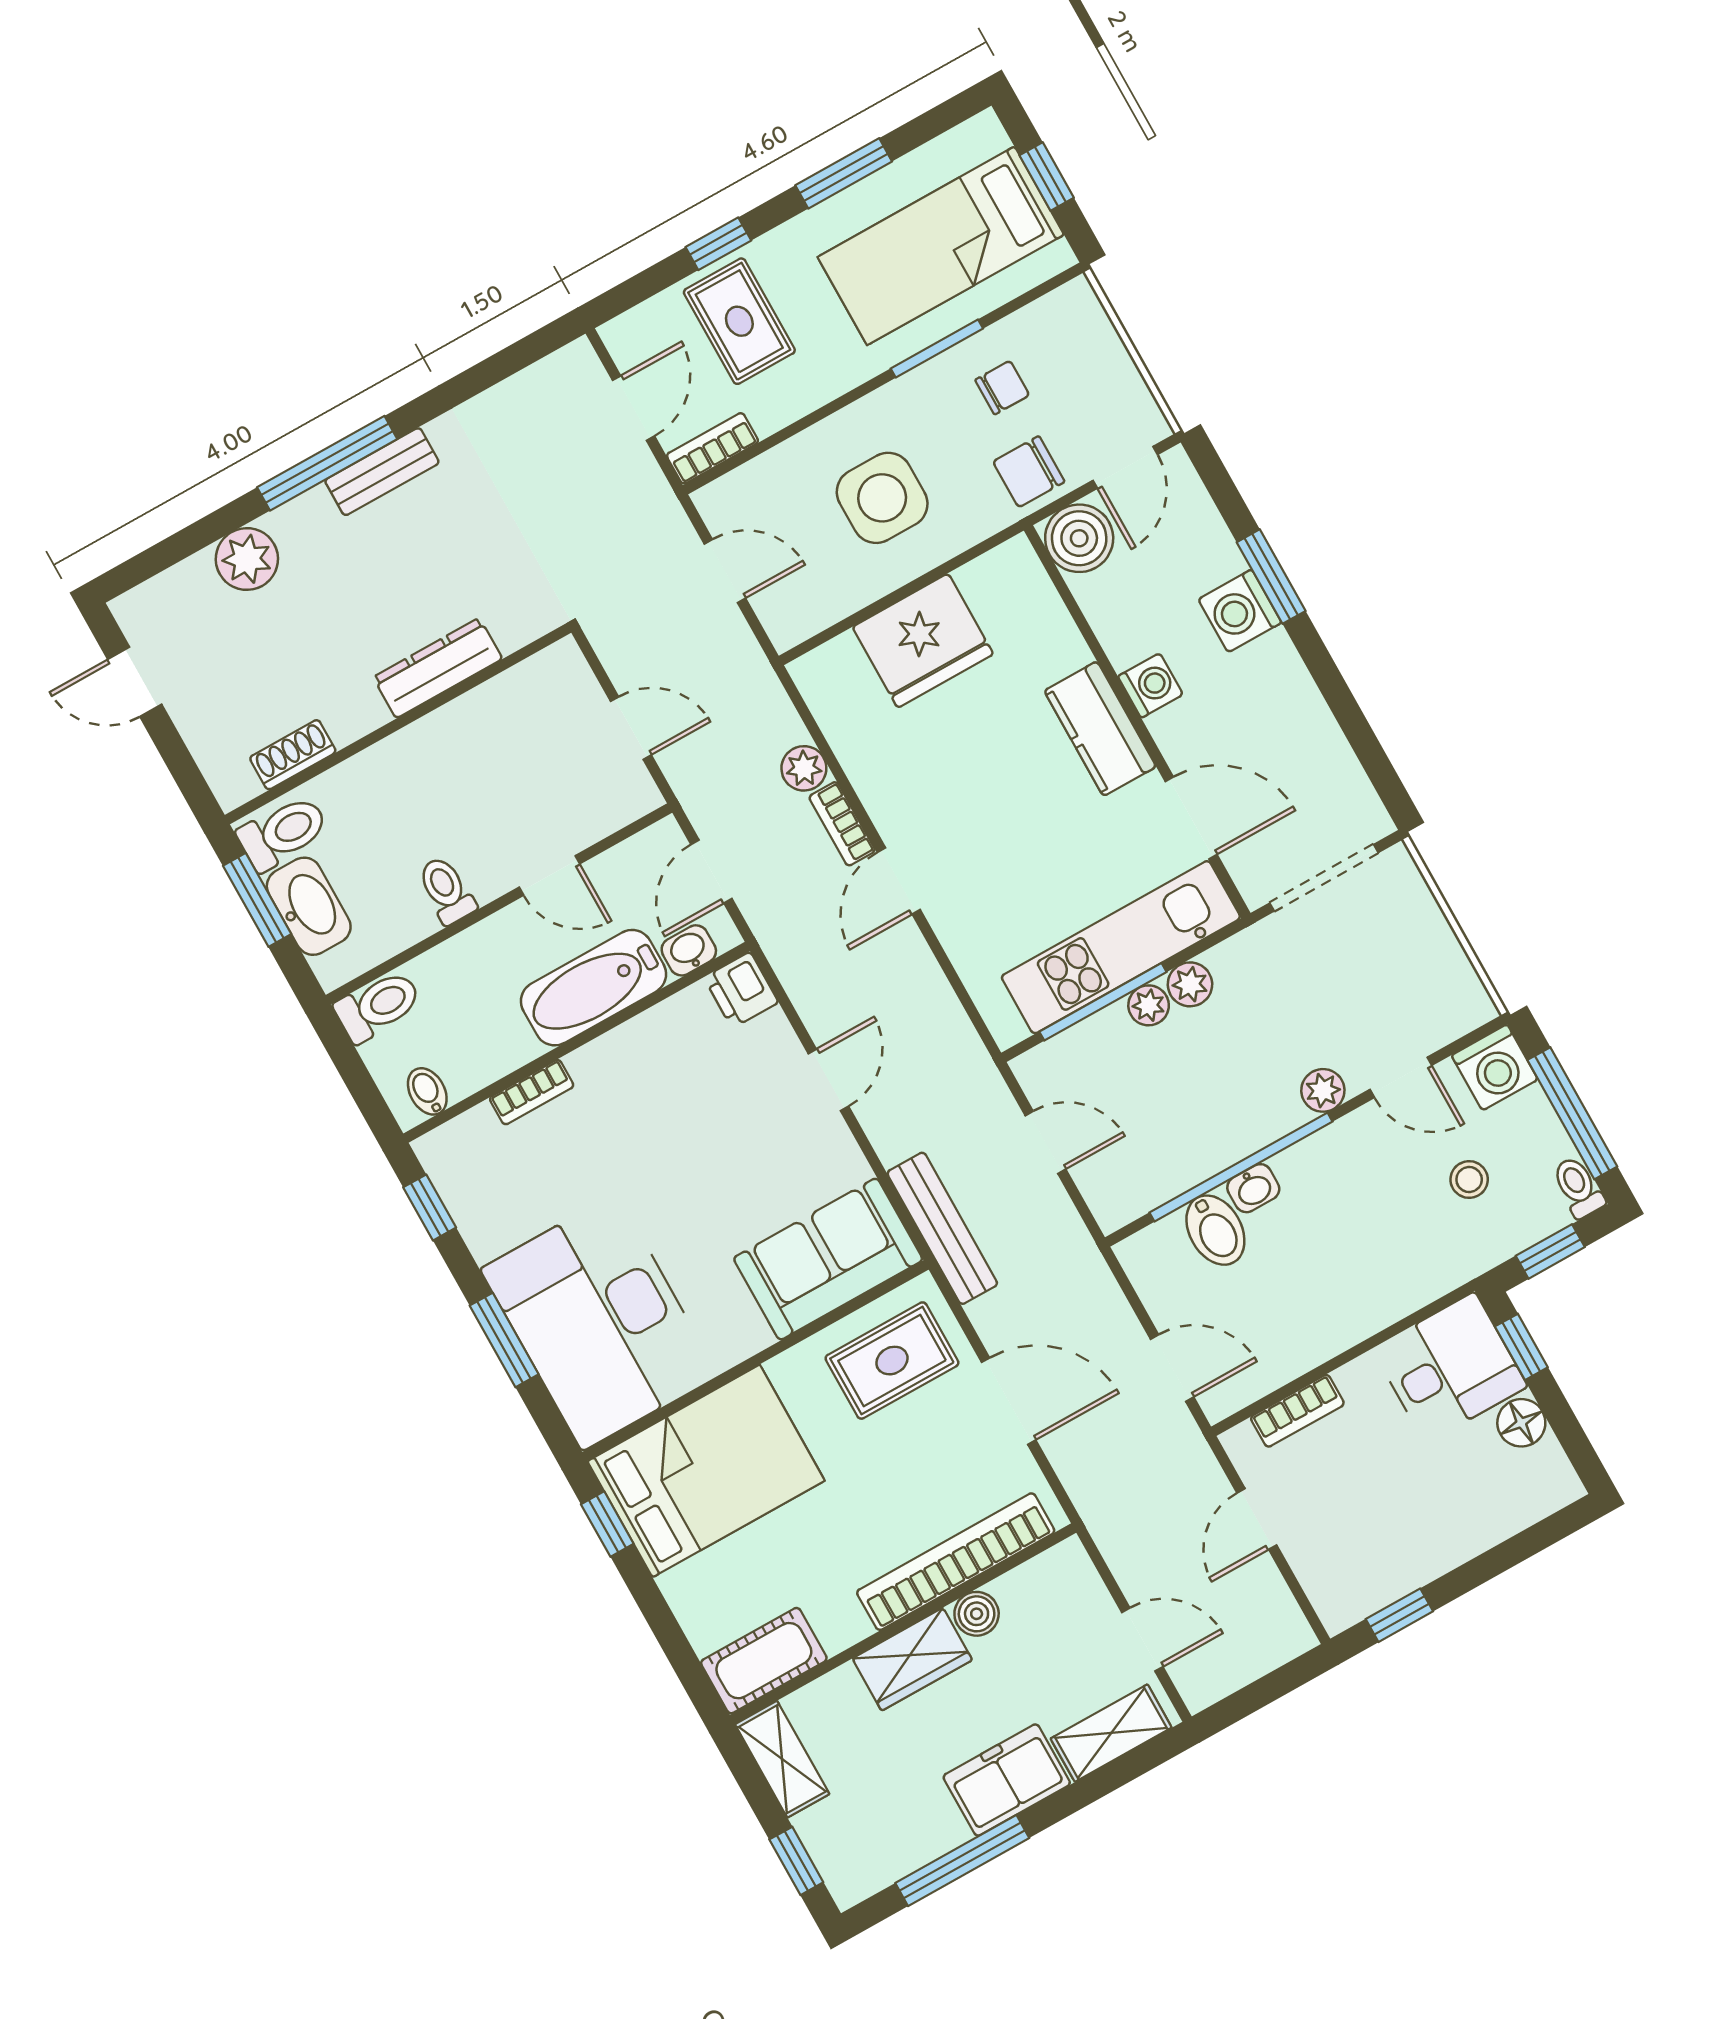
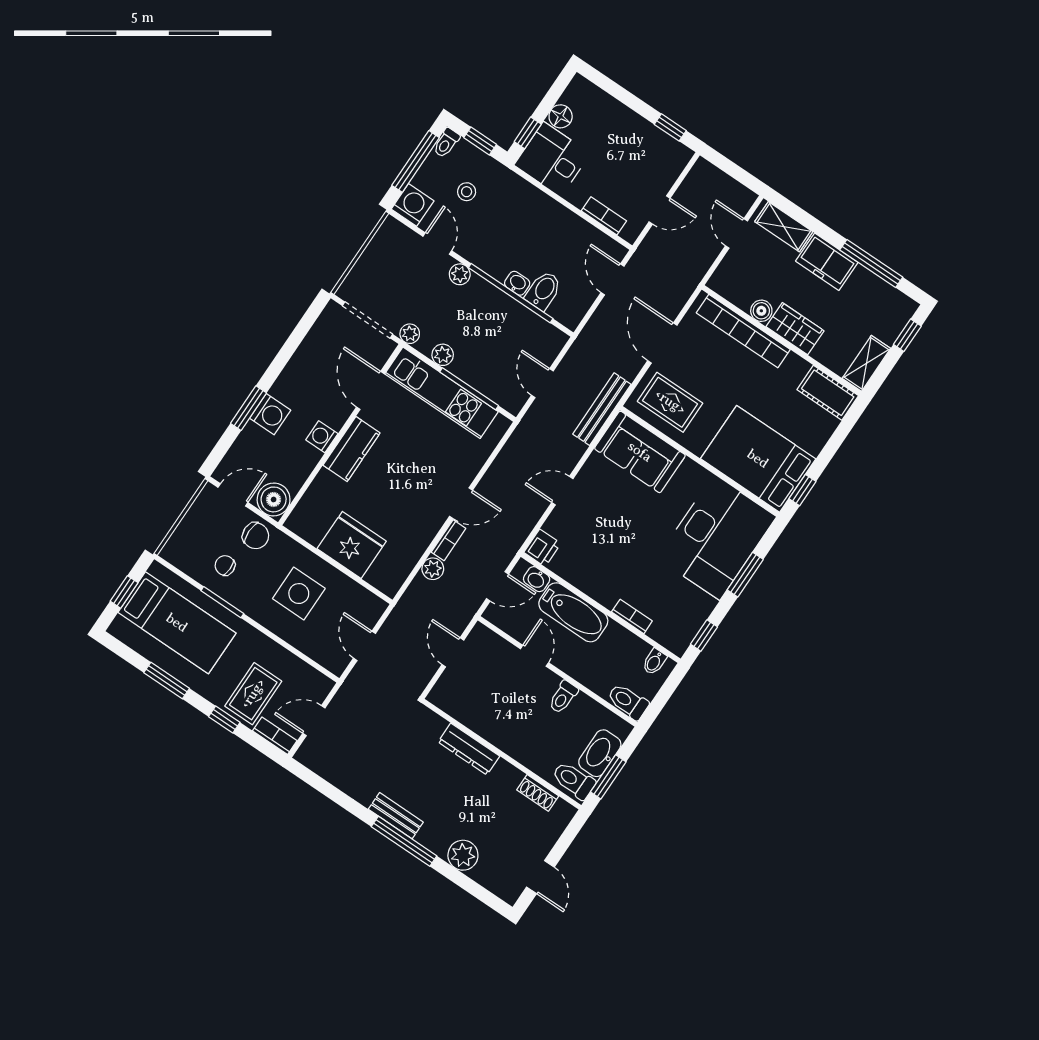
bookcase: (712, 448) -> (275, 736), moved, turned 180
plant: (1149, 1005) -> (410, 334), moved

